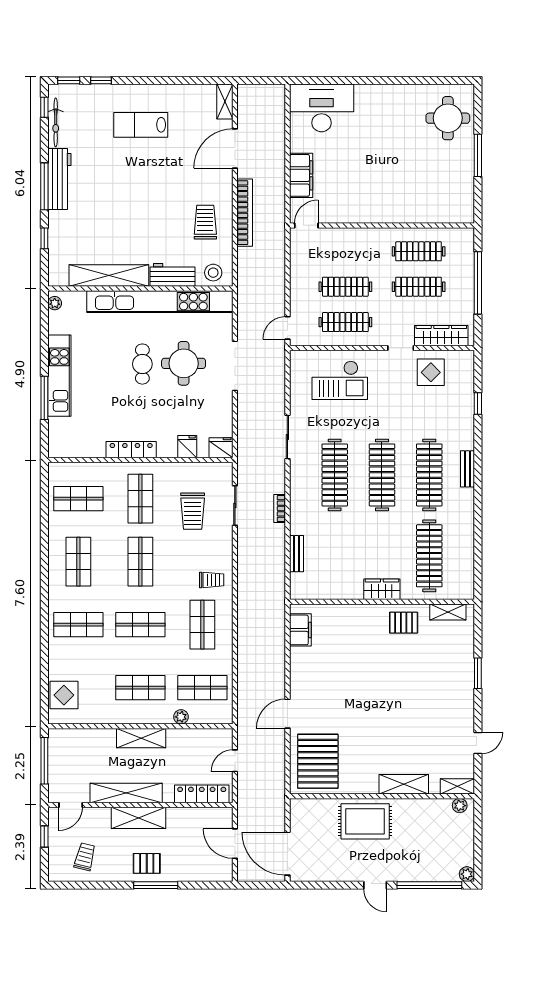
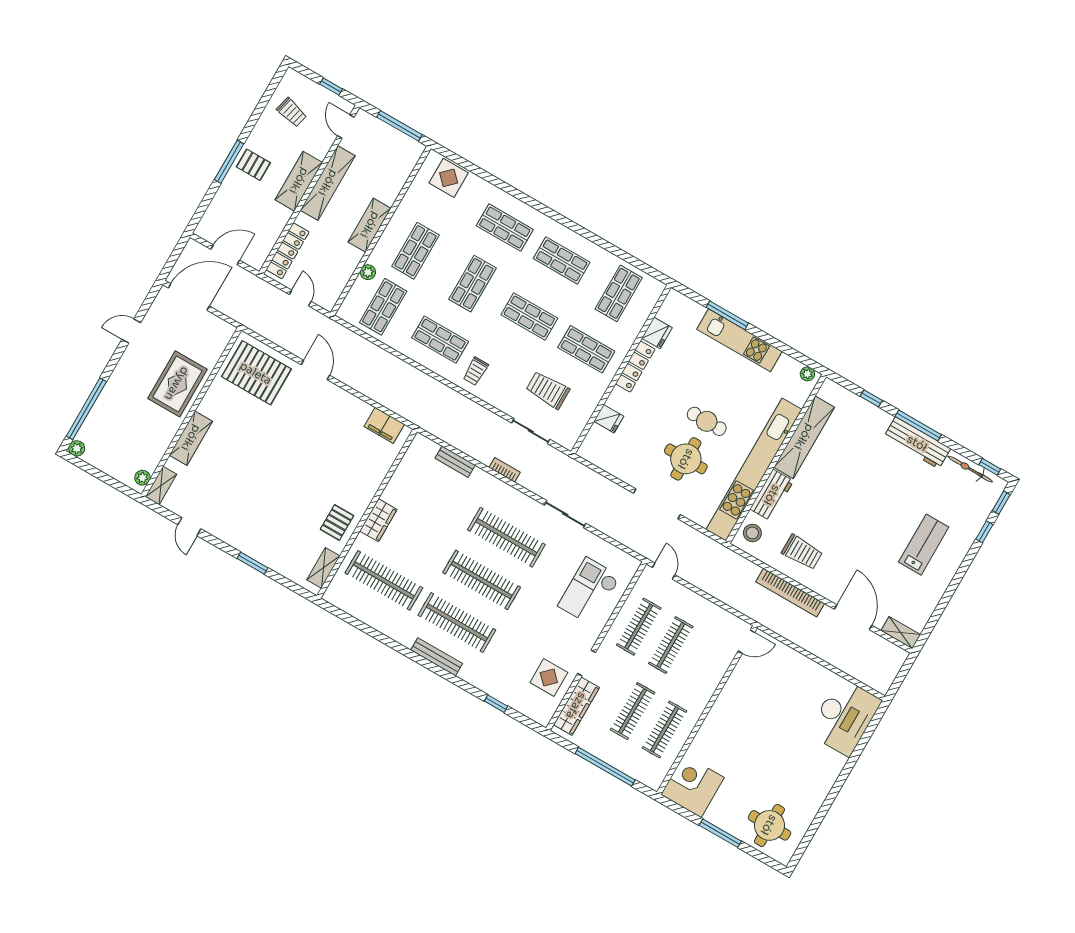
filing cabinet: (301, 175) -> (794, 663), removed
corner desk: (452, 201) -> (693, 786), added
door: (306, 225) -> (746, 642), hinge flipped
fridge: (221, 448) -> (657, 333), moved
bench: (467, 469) -> (437, 657), width x1.36
shop shelf: (78, 625) -> (505, 228), turned 90
pallet: (147, 863) -> (253, 165), turned 90
door: (375, 885) -> (131, 331), moved

